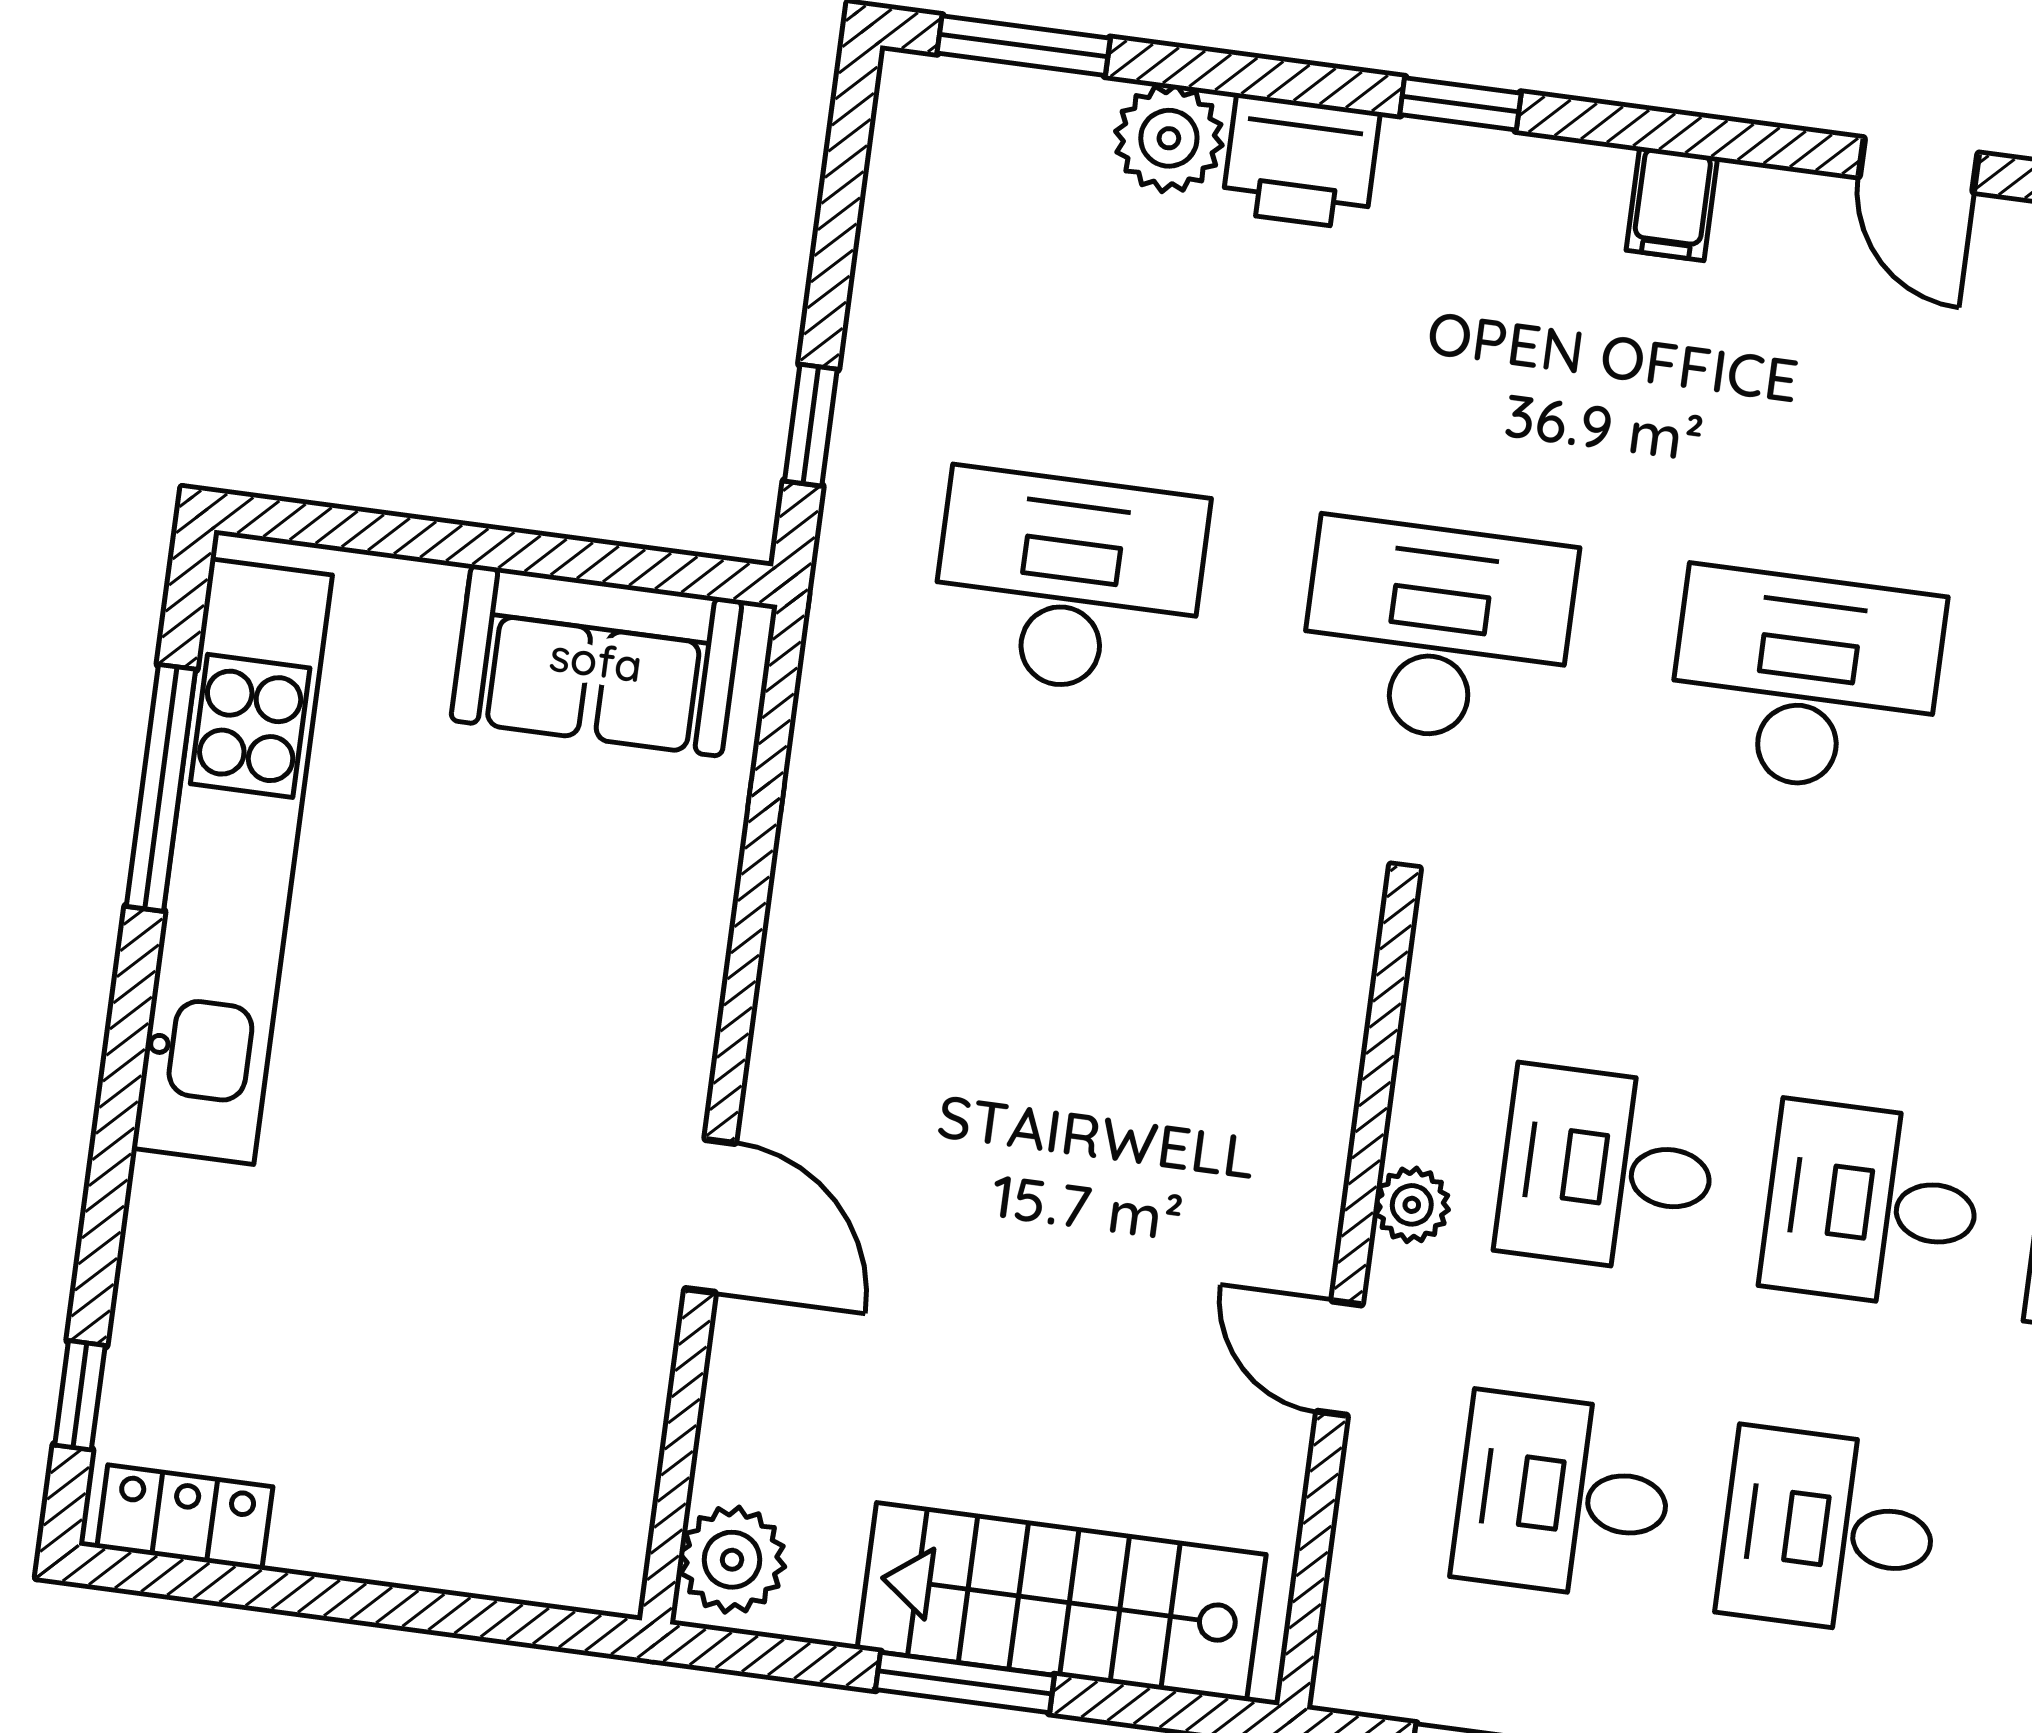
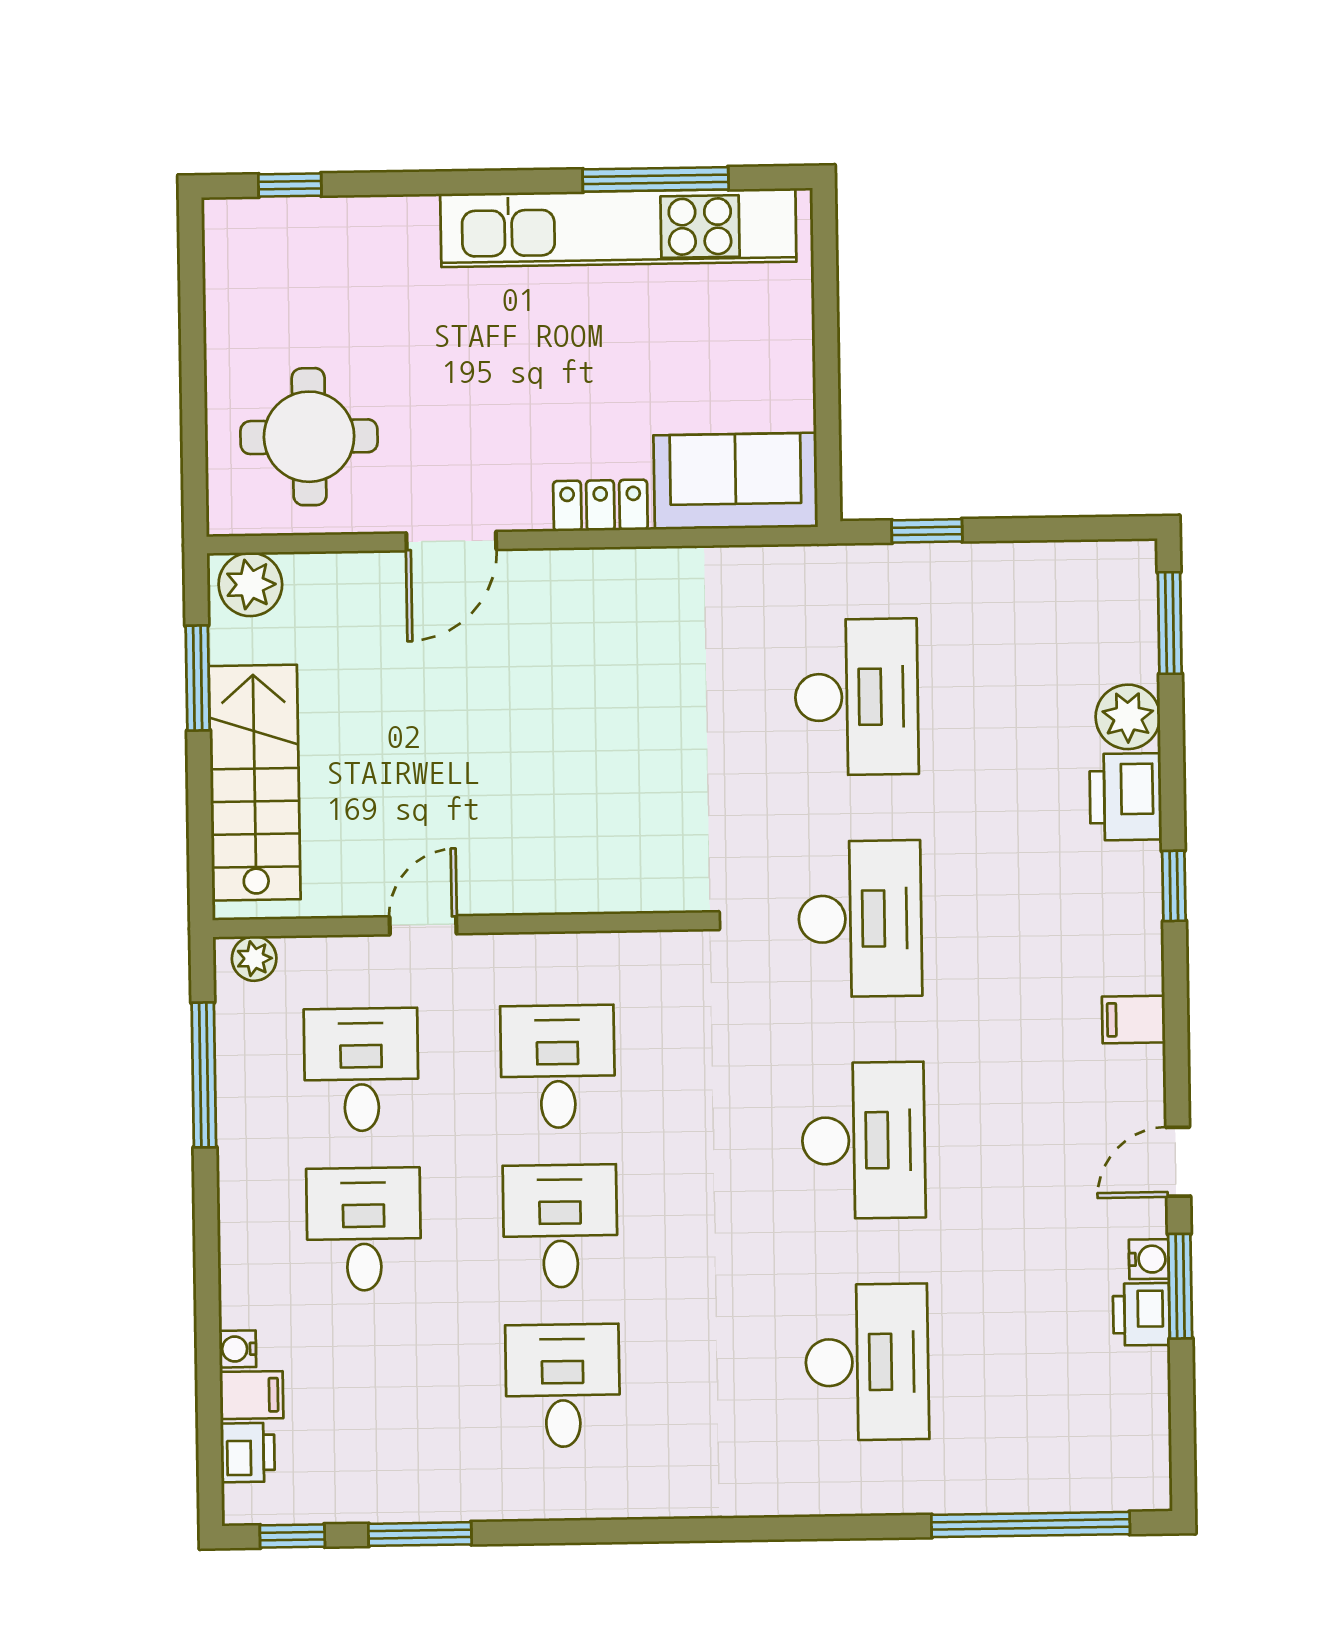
sofa: (596, 660) -> (736, 481), moved, turned 90
plant: (1412, 1205) -> (254, 958), moved
round table: (502, 1426) -> (309, 437), added
locker: (185, 1517) -> (600, 505), moved, turned -90
window: (965, 1682) -> (198, 678), moved

